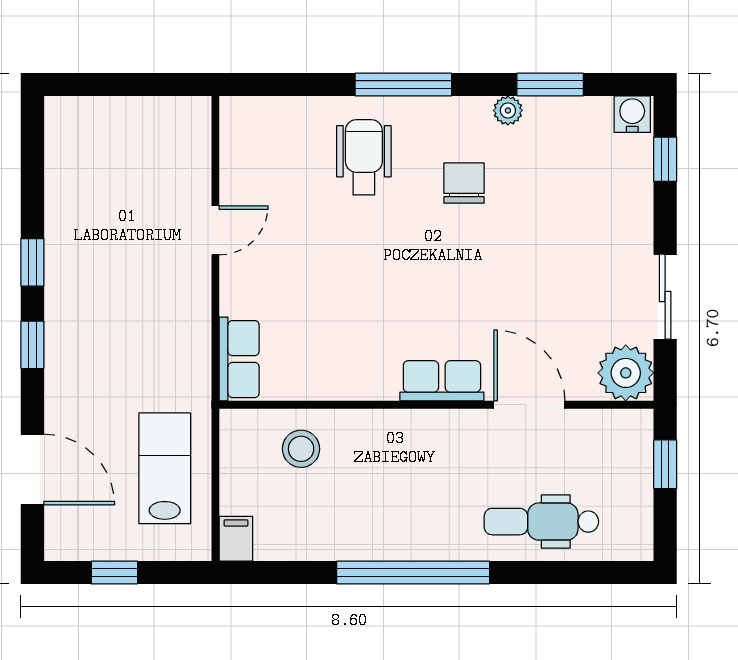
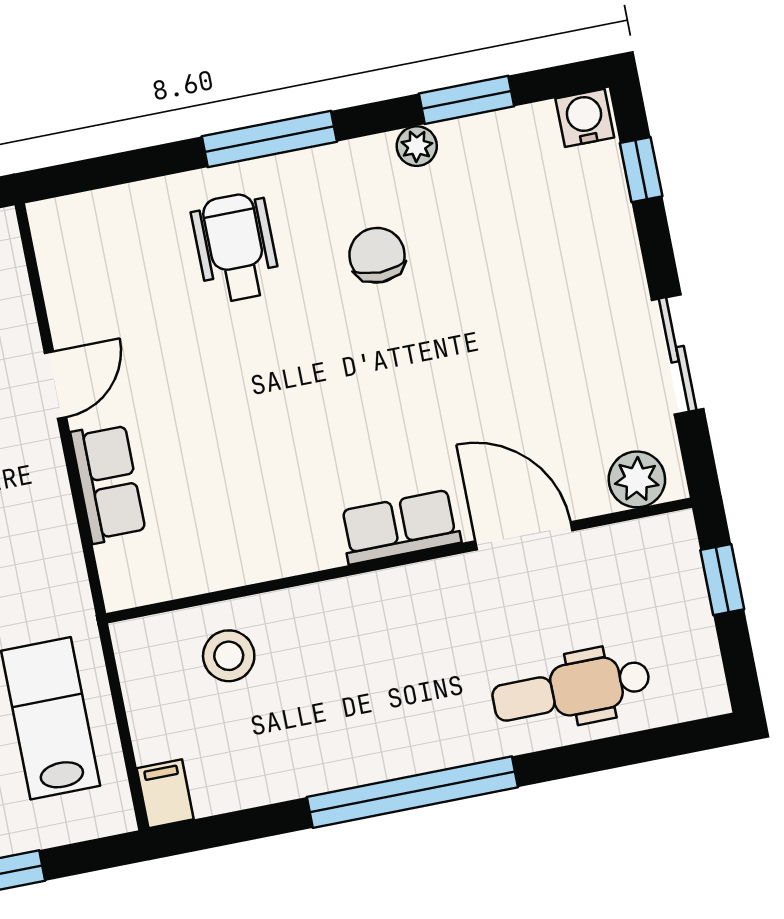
row of seats: (239, 359) -> (108, 483), moved
plant: (626, 373) -> (637, 479), width x0.73, depth x0.73

